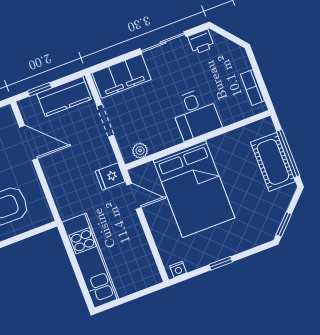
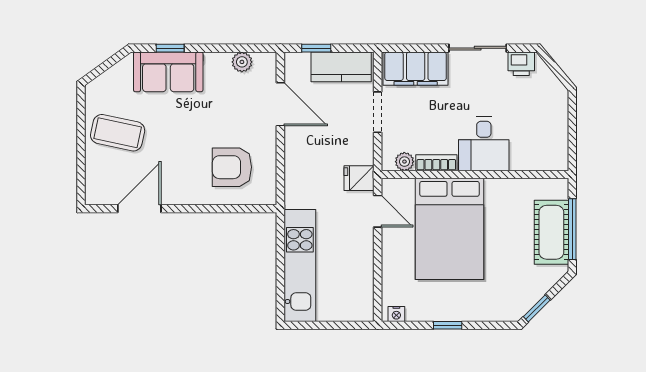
bookcase: (252, 88) -> (436, 163), moved, turned 90

